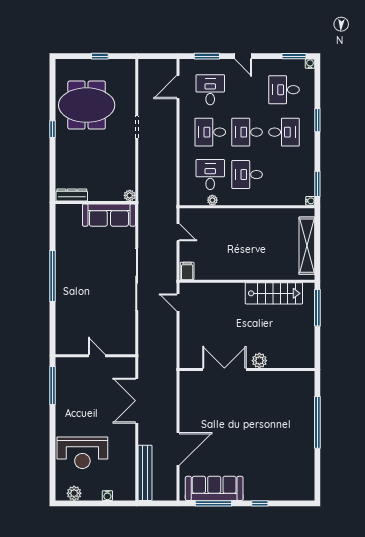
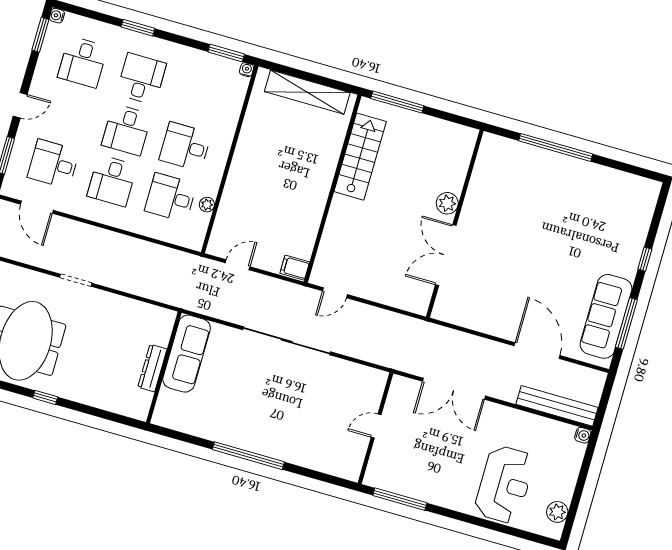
desk: (247, 175) -> (185, 147), turned 90
dresser: (72, 195) -> (152, 368), moved
plant: (130, 195) -> (168, 317), removed
water cooler: (107, 496) -> (583, 435), moved

